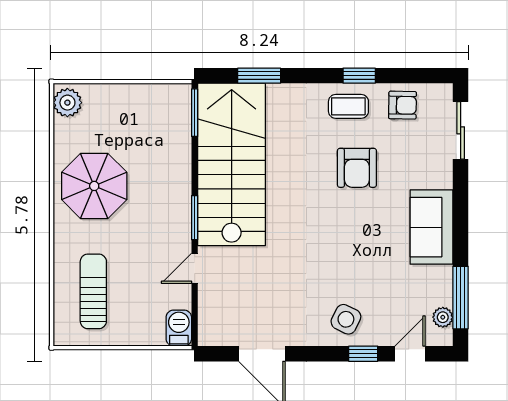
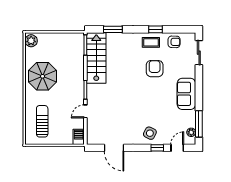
stairs: (232, 164) -> (96, 58), width x0.73, depth x0.66
armchair: (357, 168) -> (155, 69), turned 180

